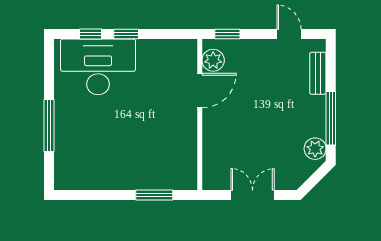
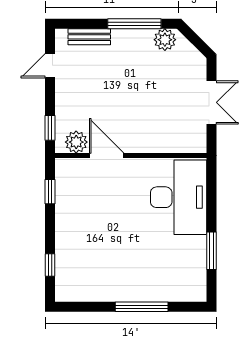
window: (126, 34) -> (50, 192), moved
desk: (98, 67) -> (179, 197), moved, turned 180
window: (154, 195) -> (212, 251), moved
double door: (253, 195) -> (212, 102), swing flipped

